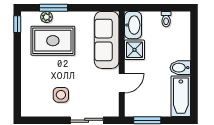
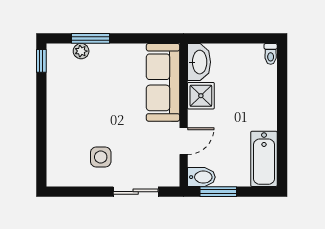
toilet: (166, 19) -> (271, 54), moved
rug: (53, 41) -> (90, 83), removed
bidet: (180, 68) -> (201, 177), moved, turned 180

